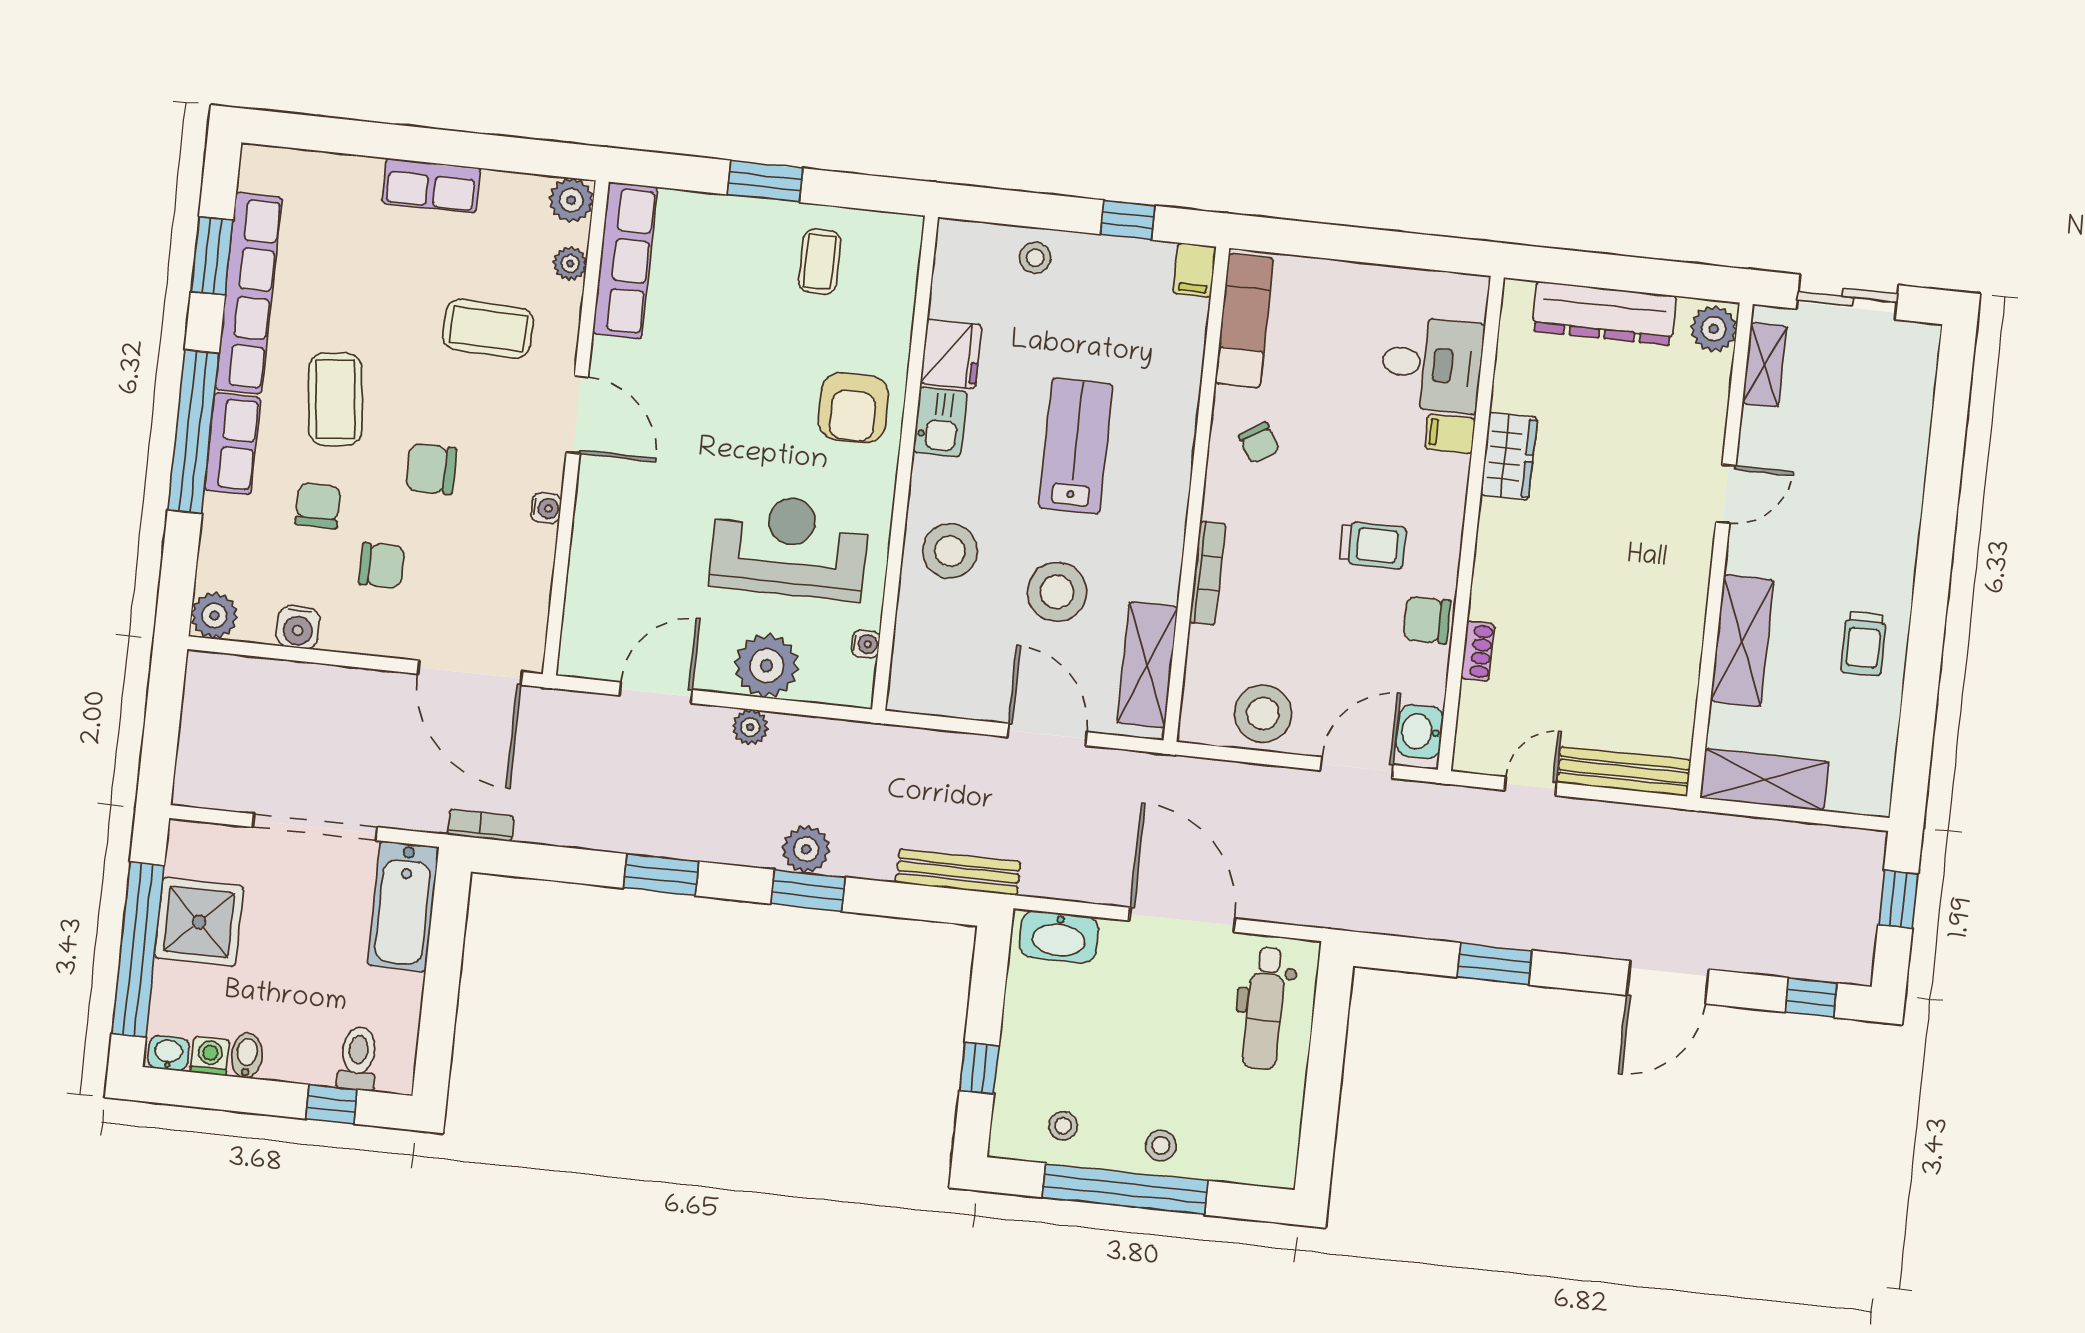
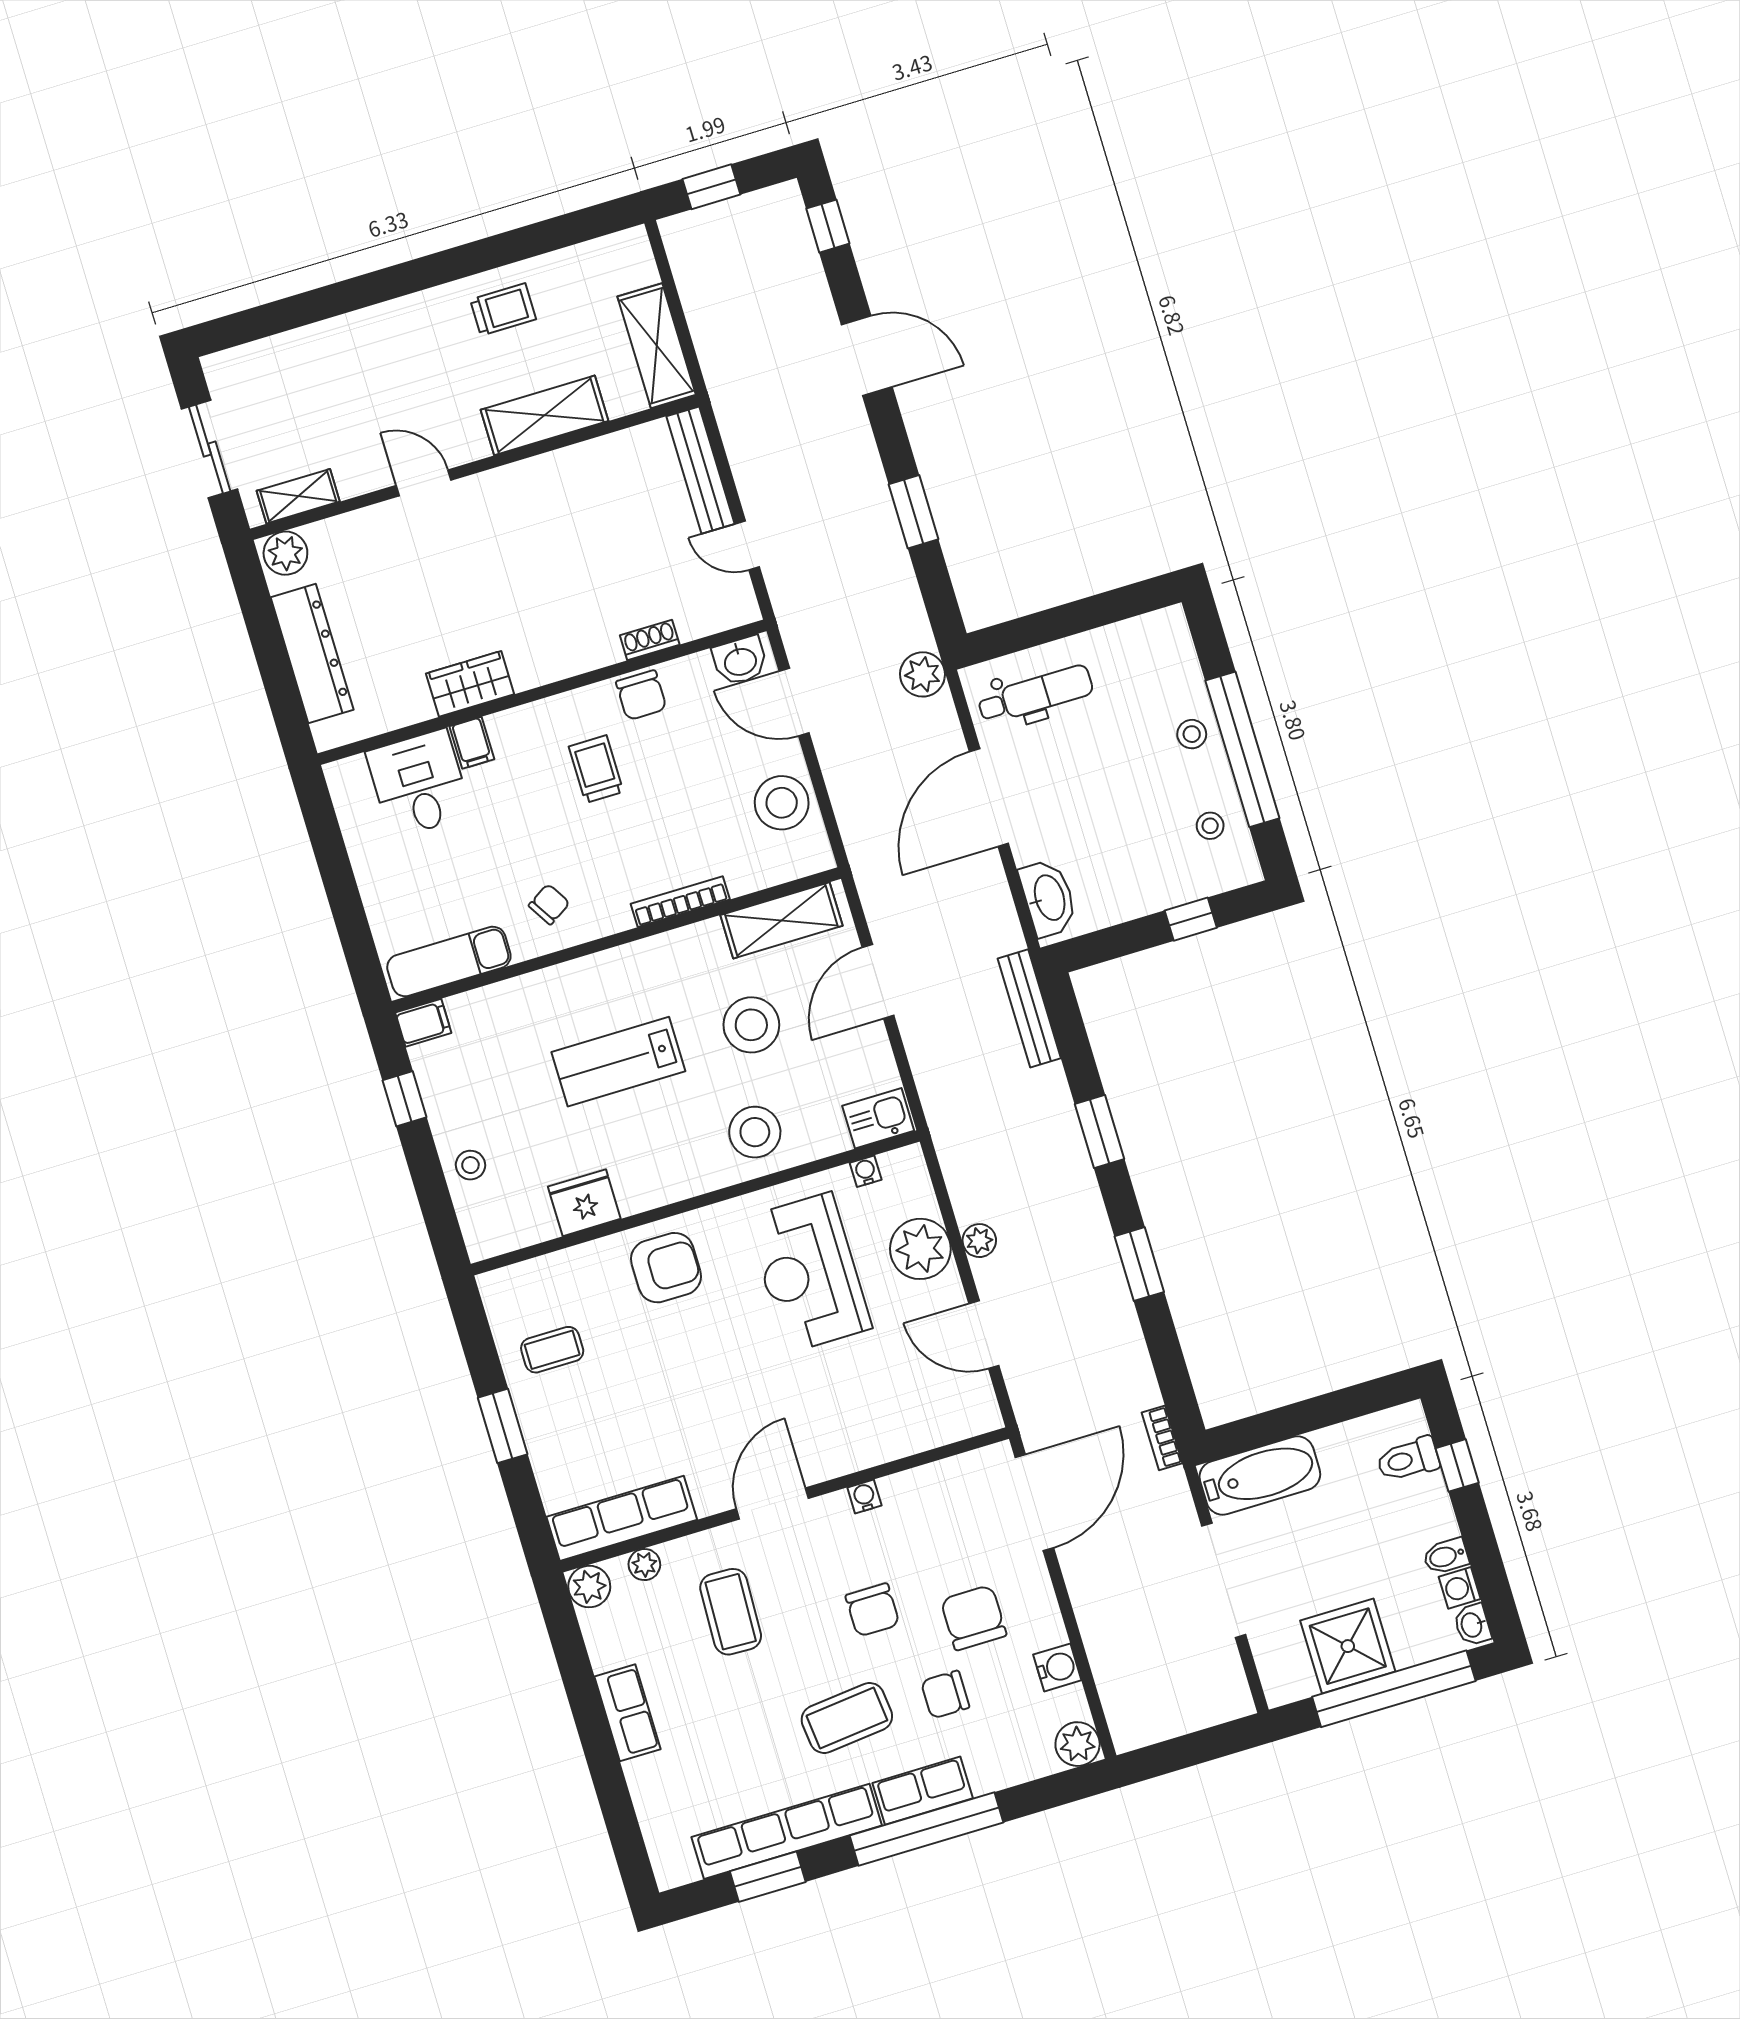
kitchen sink: (940, 422) -> (878, 1118), moved
chair: (382, 565) -> (974, 1618), width x1.37, depth x1.37
plant: (806, 849) -> (922, 674), moved

